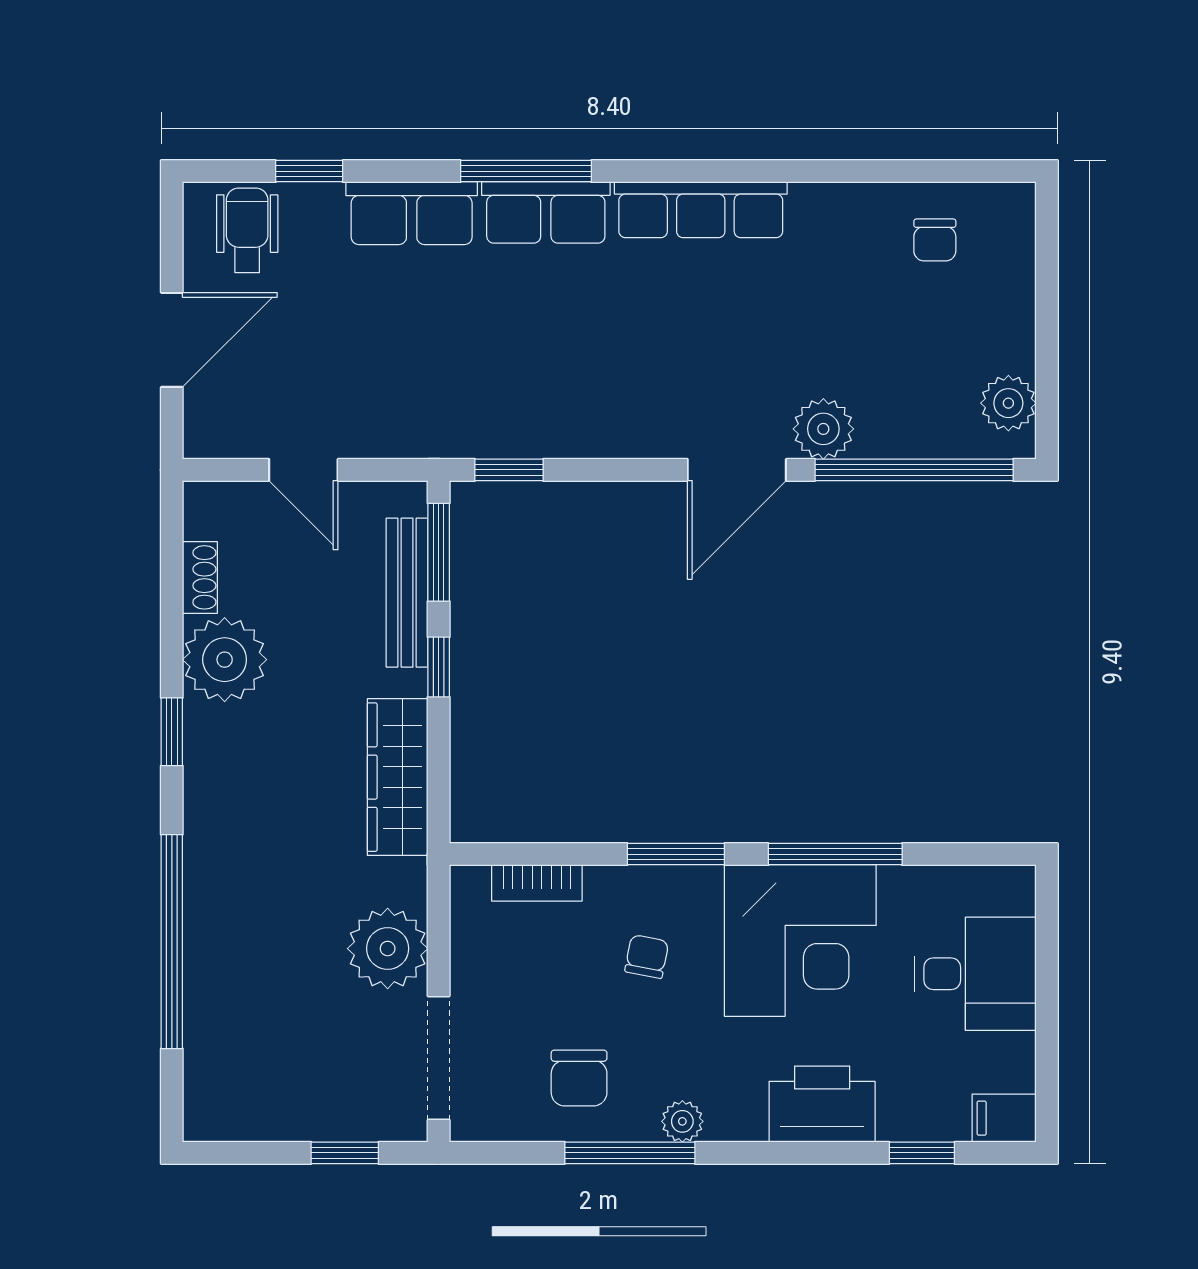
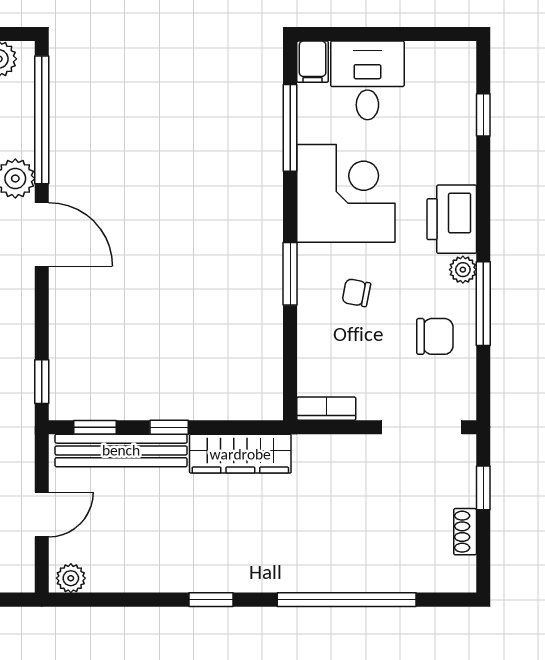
window: (439, 552) -> (95, 427), width x0.67
shoe rack: (200, 577) -> (465, 532), moved, turned -90
bench: (407, 593) -> (121, 450), width x1.37, depth x1.21
plant: (225, 660) -> (71, 578), moved, width x0.53, depth x0.53
window: (835, 854) -> (290, 128), moved
bookcase: (537, 883) -> (326, 409), moved, turned -90
plant: (388, 949) -> (351, 460), removed
printer: (822, 1104) -> (452, 219), moved
filing cabinet: (1004, 1118) -> (313, 62), moved

